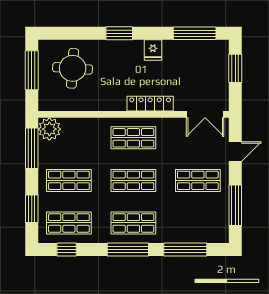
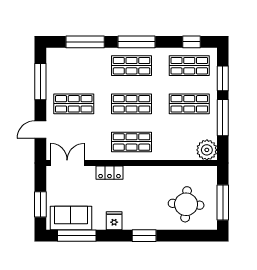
sofa: (201, 53) -> (71, 218), added
locker: (150, 104) -> (109, 173), width x0.66
window: (32, 148) -> (223, 118), moved

